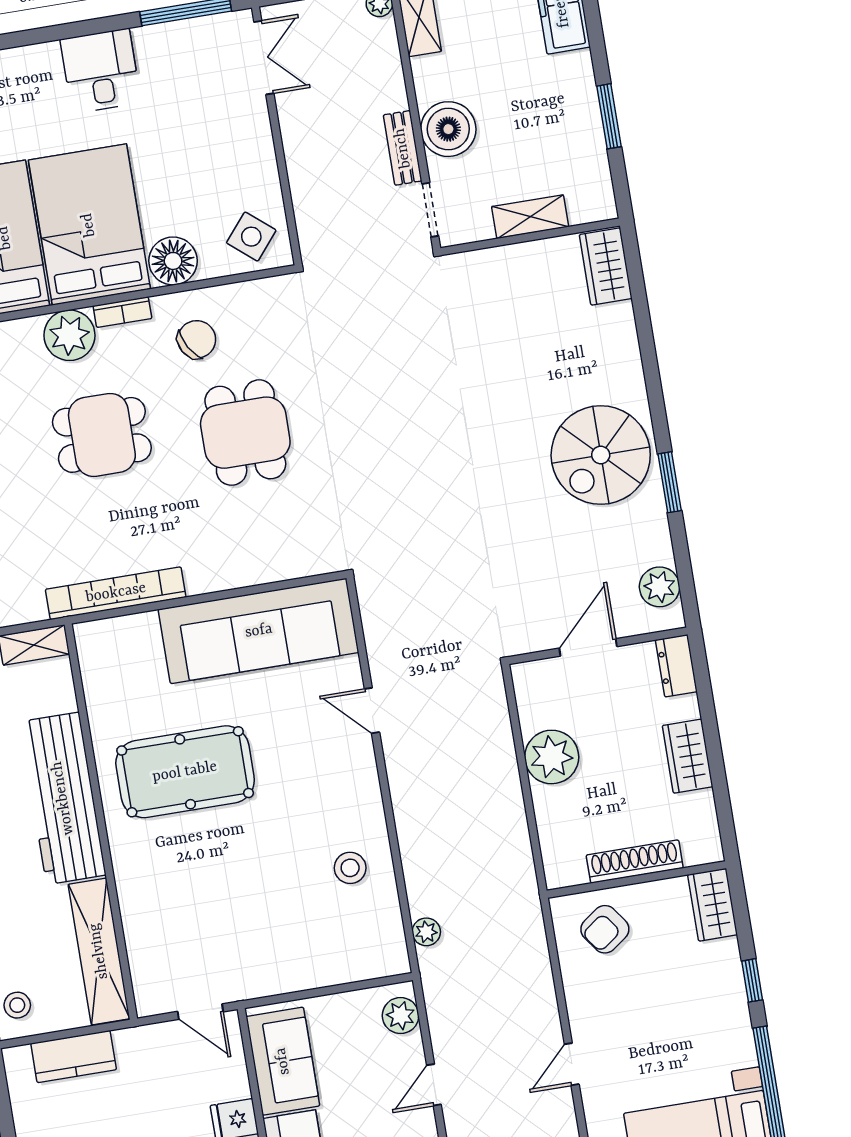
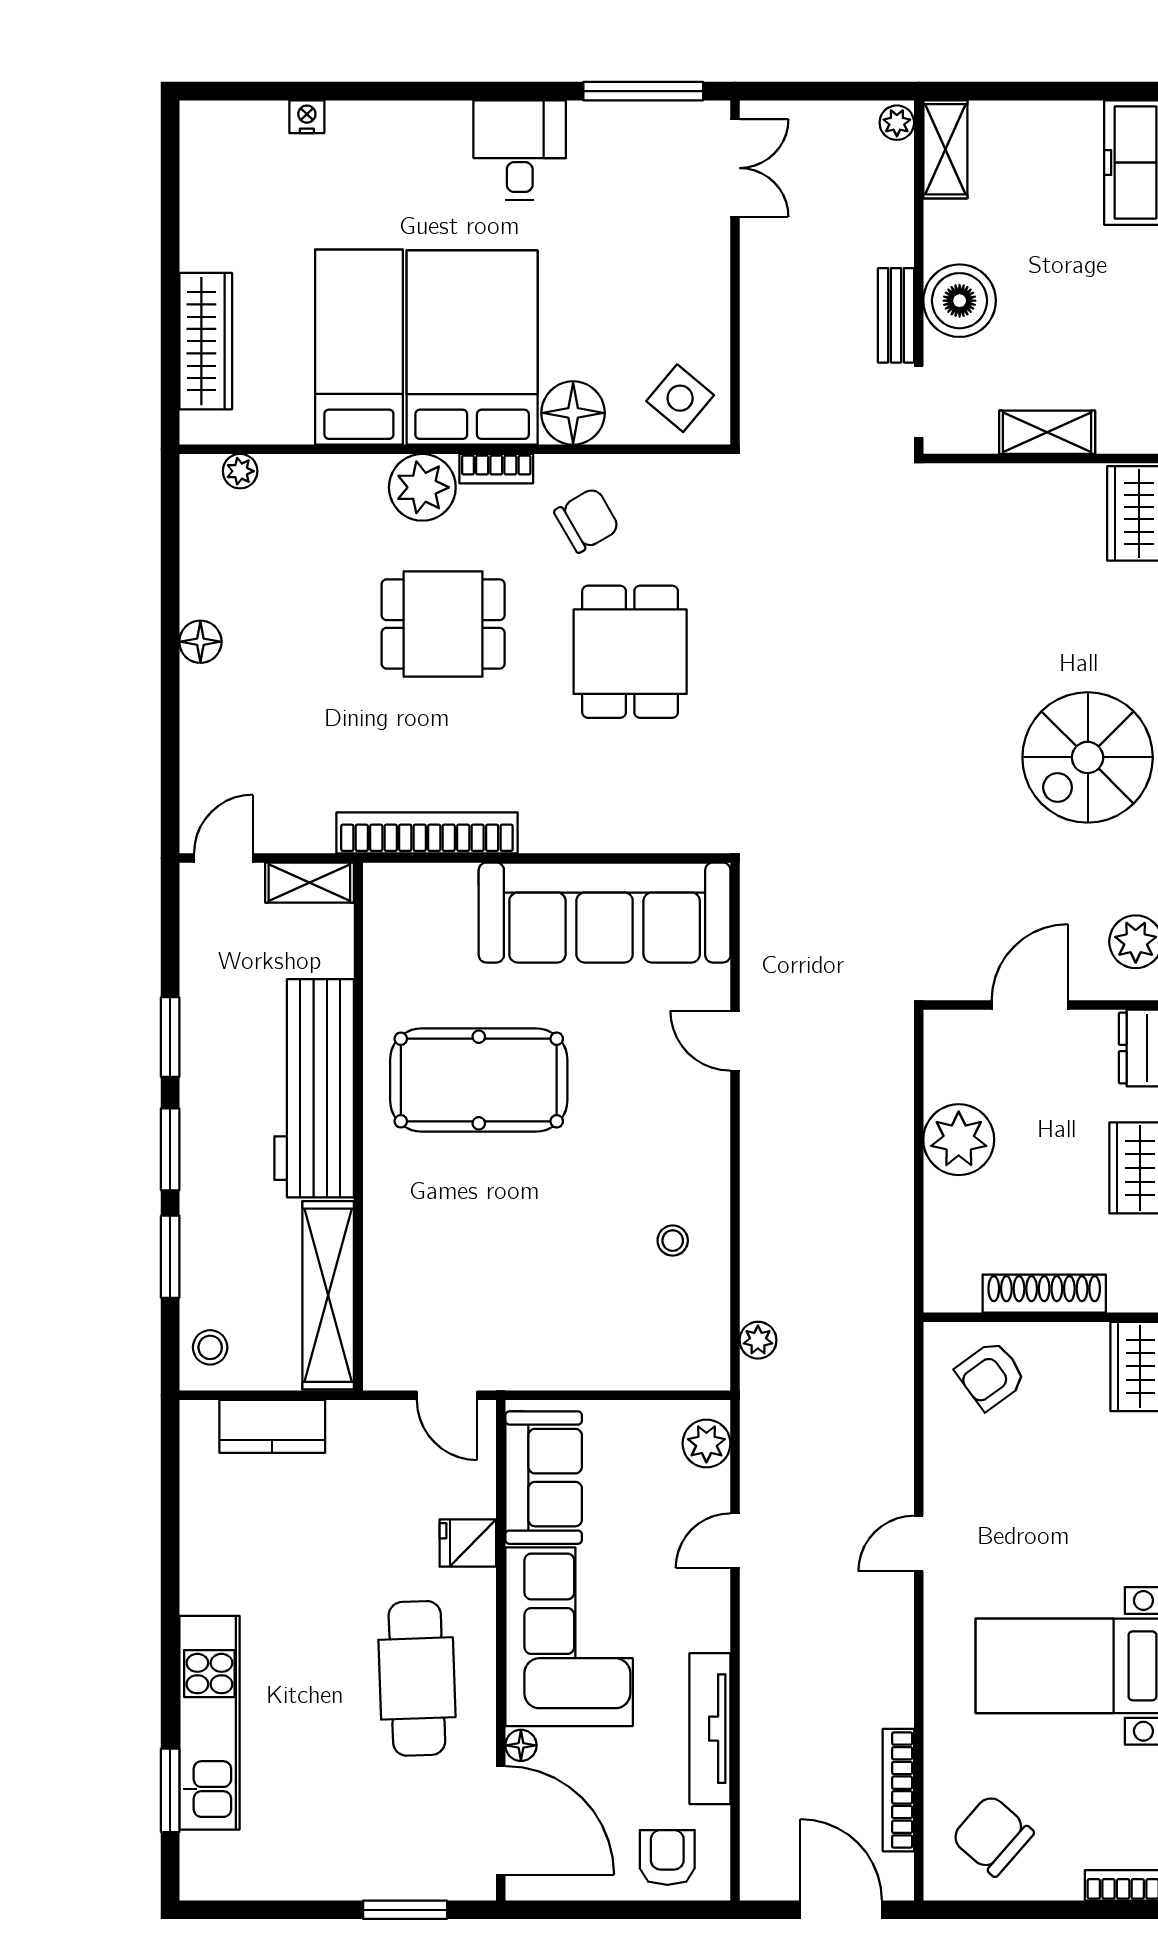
stool: (350, 868) -> (673, 1241), width x0.73, depth x0.73

